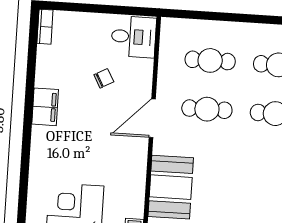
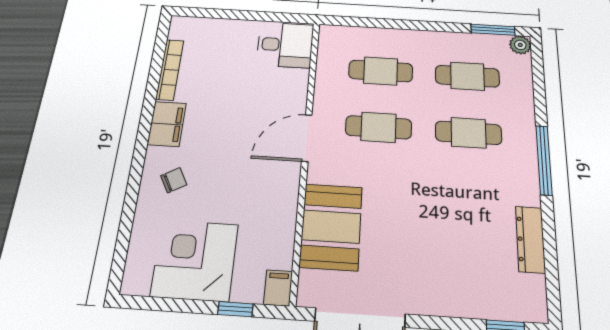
bookcase: (45, 27) -> (170, 70), moved, width x1.56
chair: (104, 78) -> (174, 180), moved

